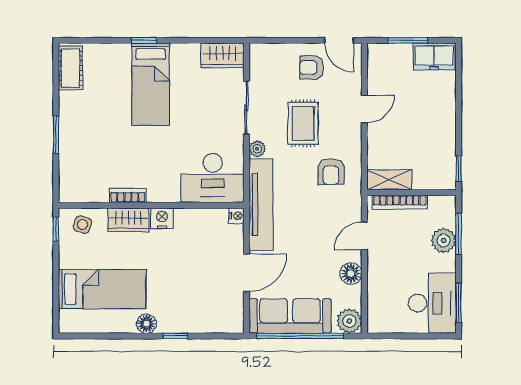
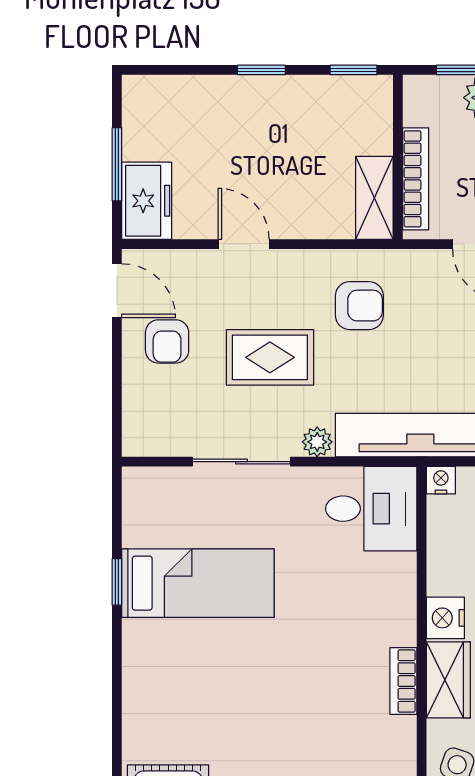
window: (144, 40) -> (117, 582), moved
door: (339, 40) -> (117, 291), hinge flipped
wardrobe: (223, 55) -> (145, 506), removed
freezer: (434, 56) -> (147, 201), moved
bed: (151, 84) -> (198, 583), moved
window: (459, 119) -> (261, 70), added
desk: (213, 178) -> (371, 509), width x0.73

